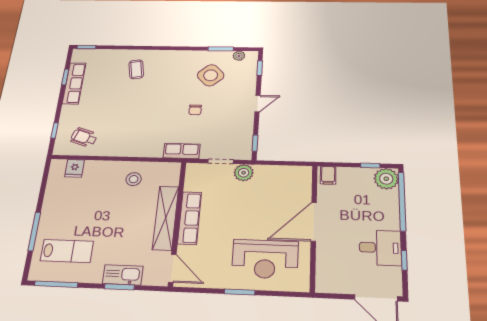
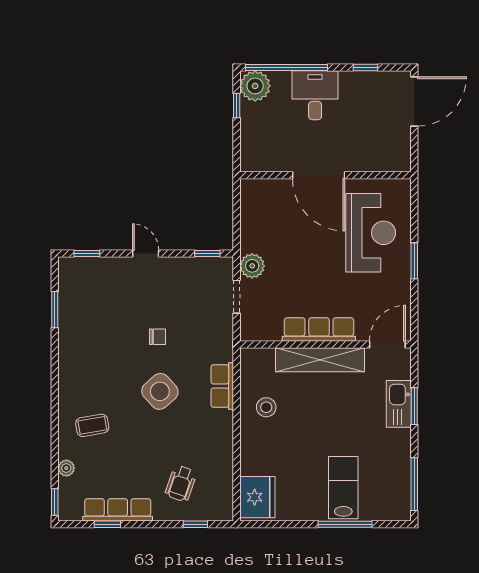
plant: (239, 56) -> (66, 468), moved
side table: (211, 75) -> (160, 391), moved
wheelchair: (84, 137) -> (181, 484), moved
row of seats: (182, 151) -> (222, 386), moved
fridge: (75, 168) -> (257, 497), width x1.88, depth x1.34
filing cabinet: (328, 175) -> (253, 159), removed
desk: (380, 248) -> (315, 95), moved
lab bench: (67, 251) -> (343, 488), moved

